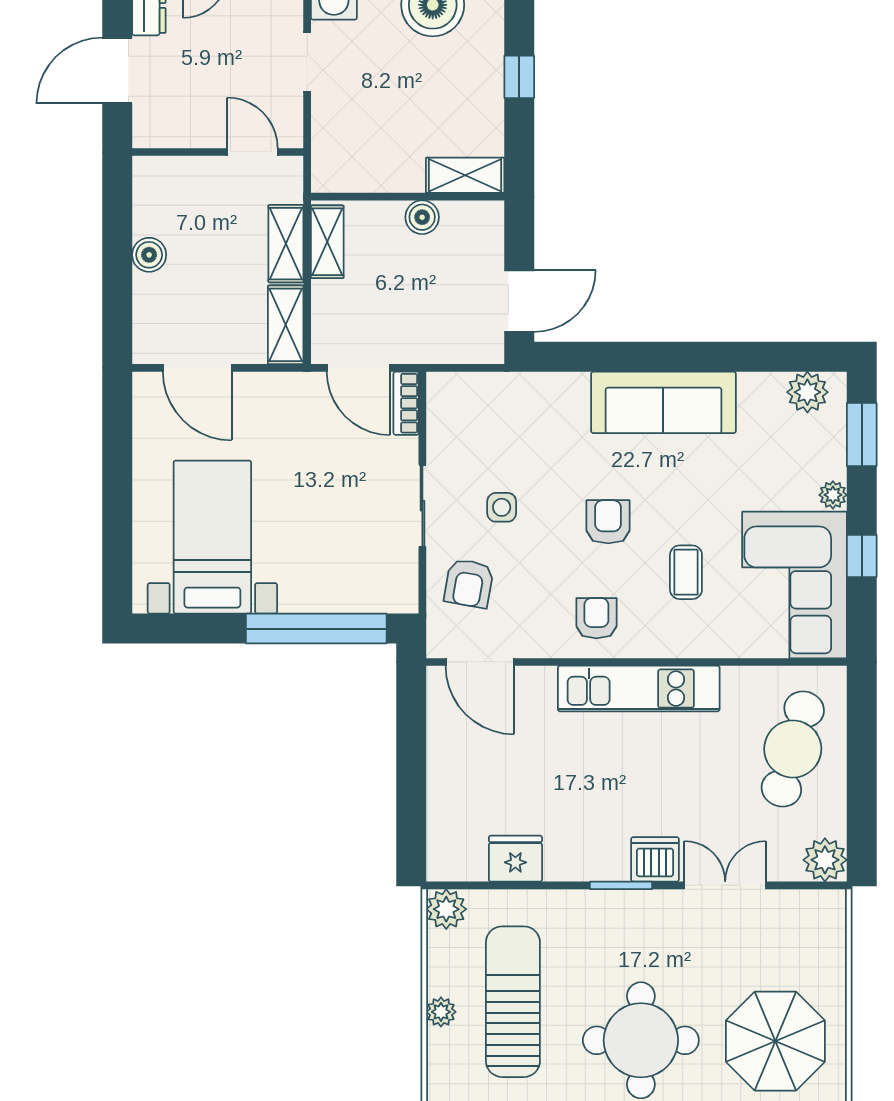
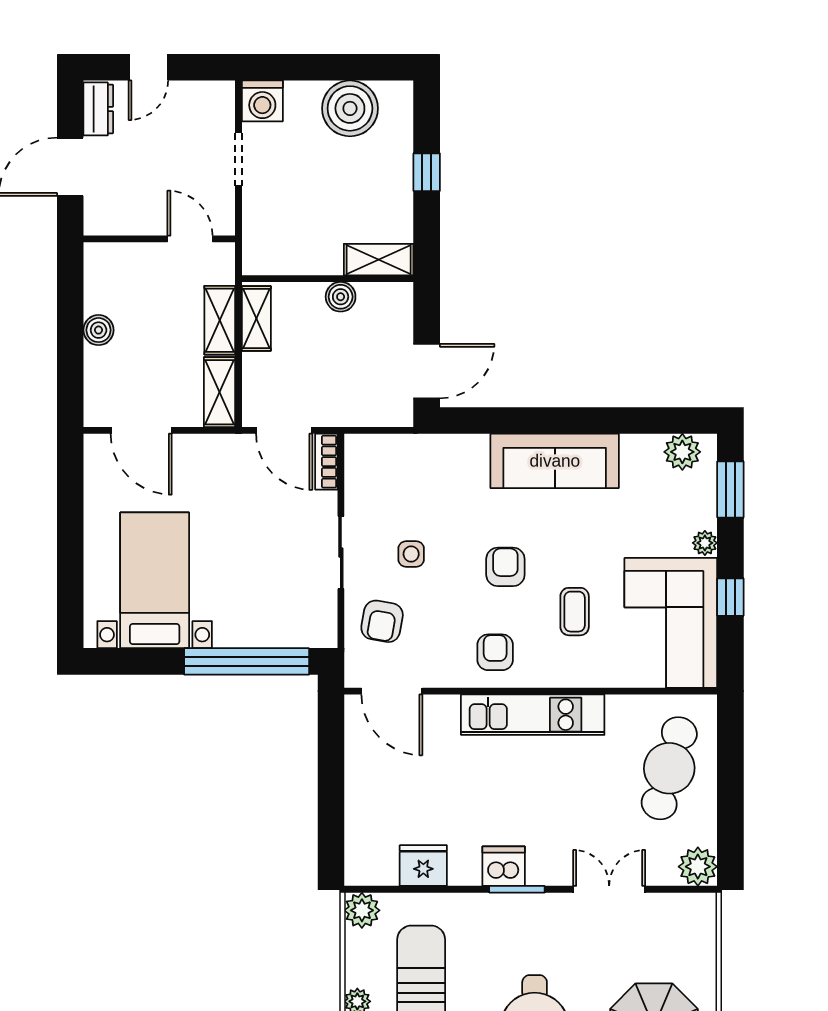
dishwasher: (655, 859) -> (504, 866), moved

